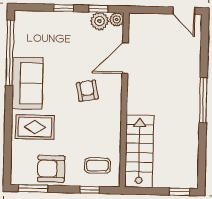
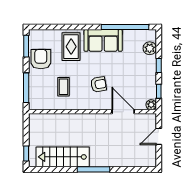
door: (184, 11) -> (159, 136), moved
plant: (99, 21) -> (150, 48), moved
stairs: (139, 151) -> (63, 157), moved, turned 180
coffee table: (98, 166) -> (64, 87), moved
window: (90, 190) -> (26, 88), width x2.17

